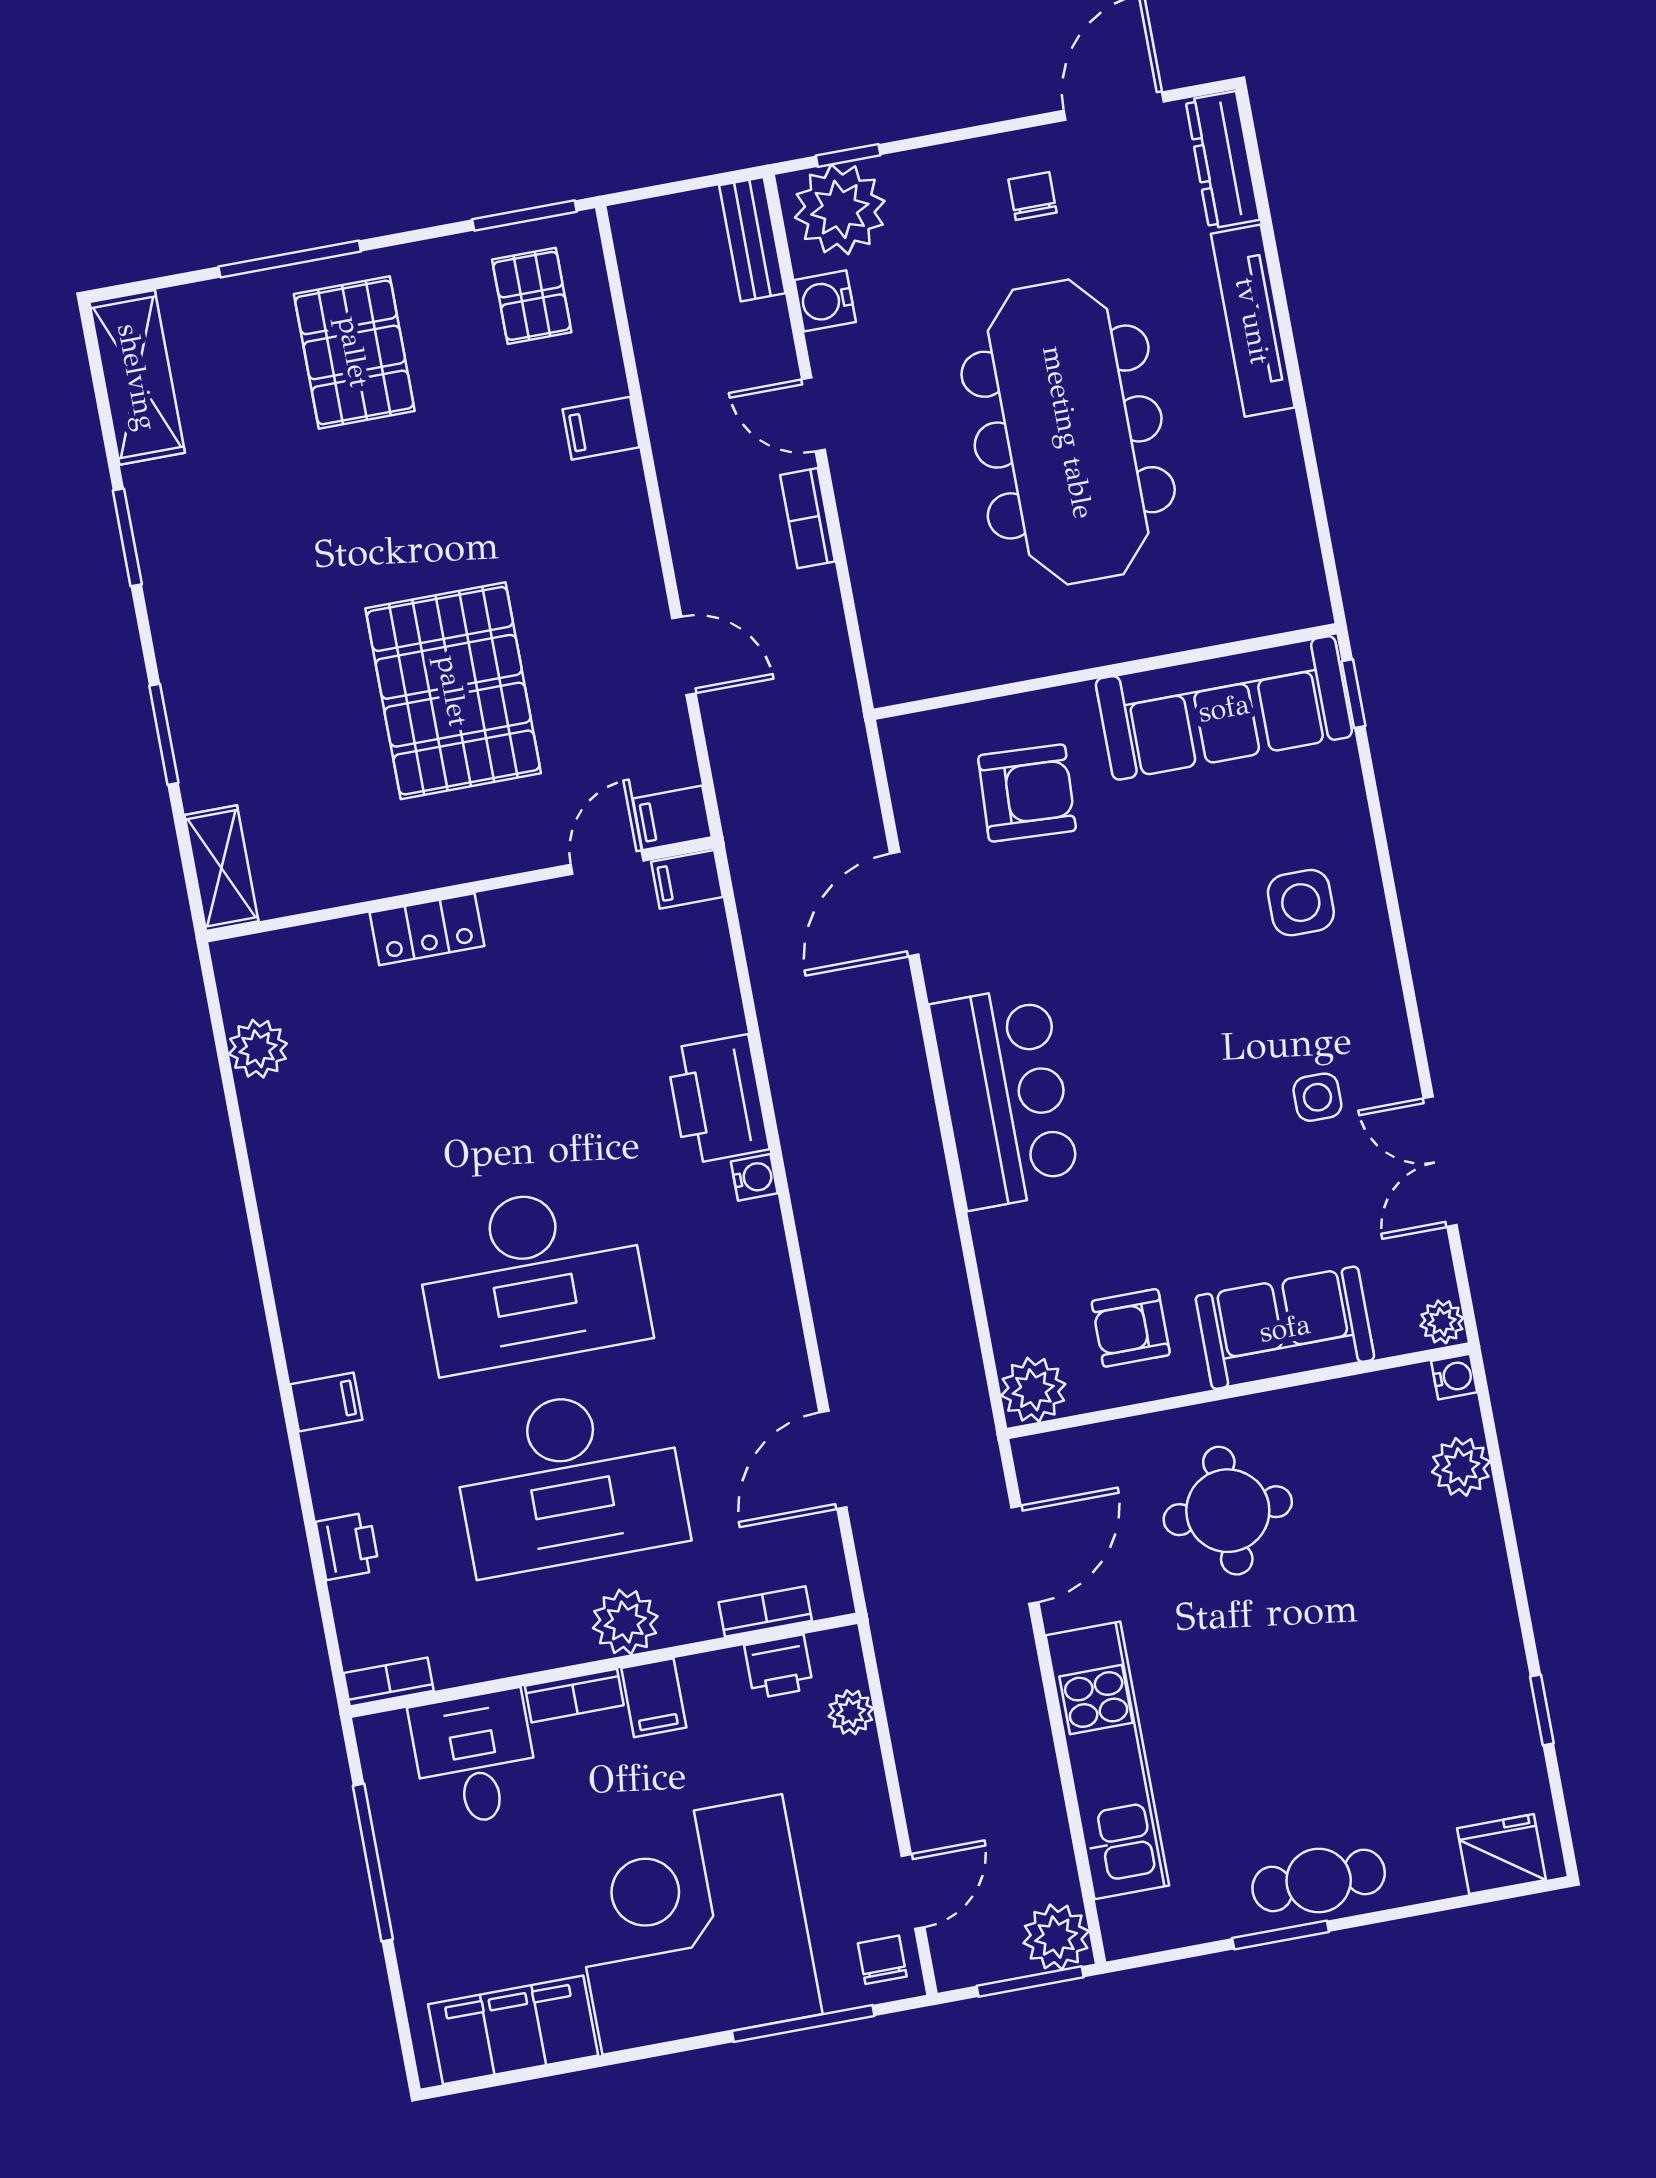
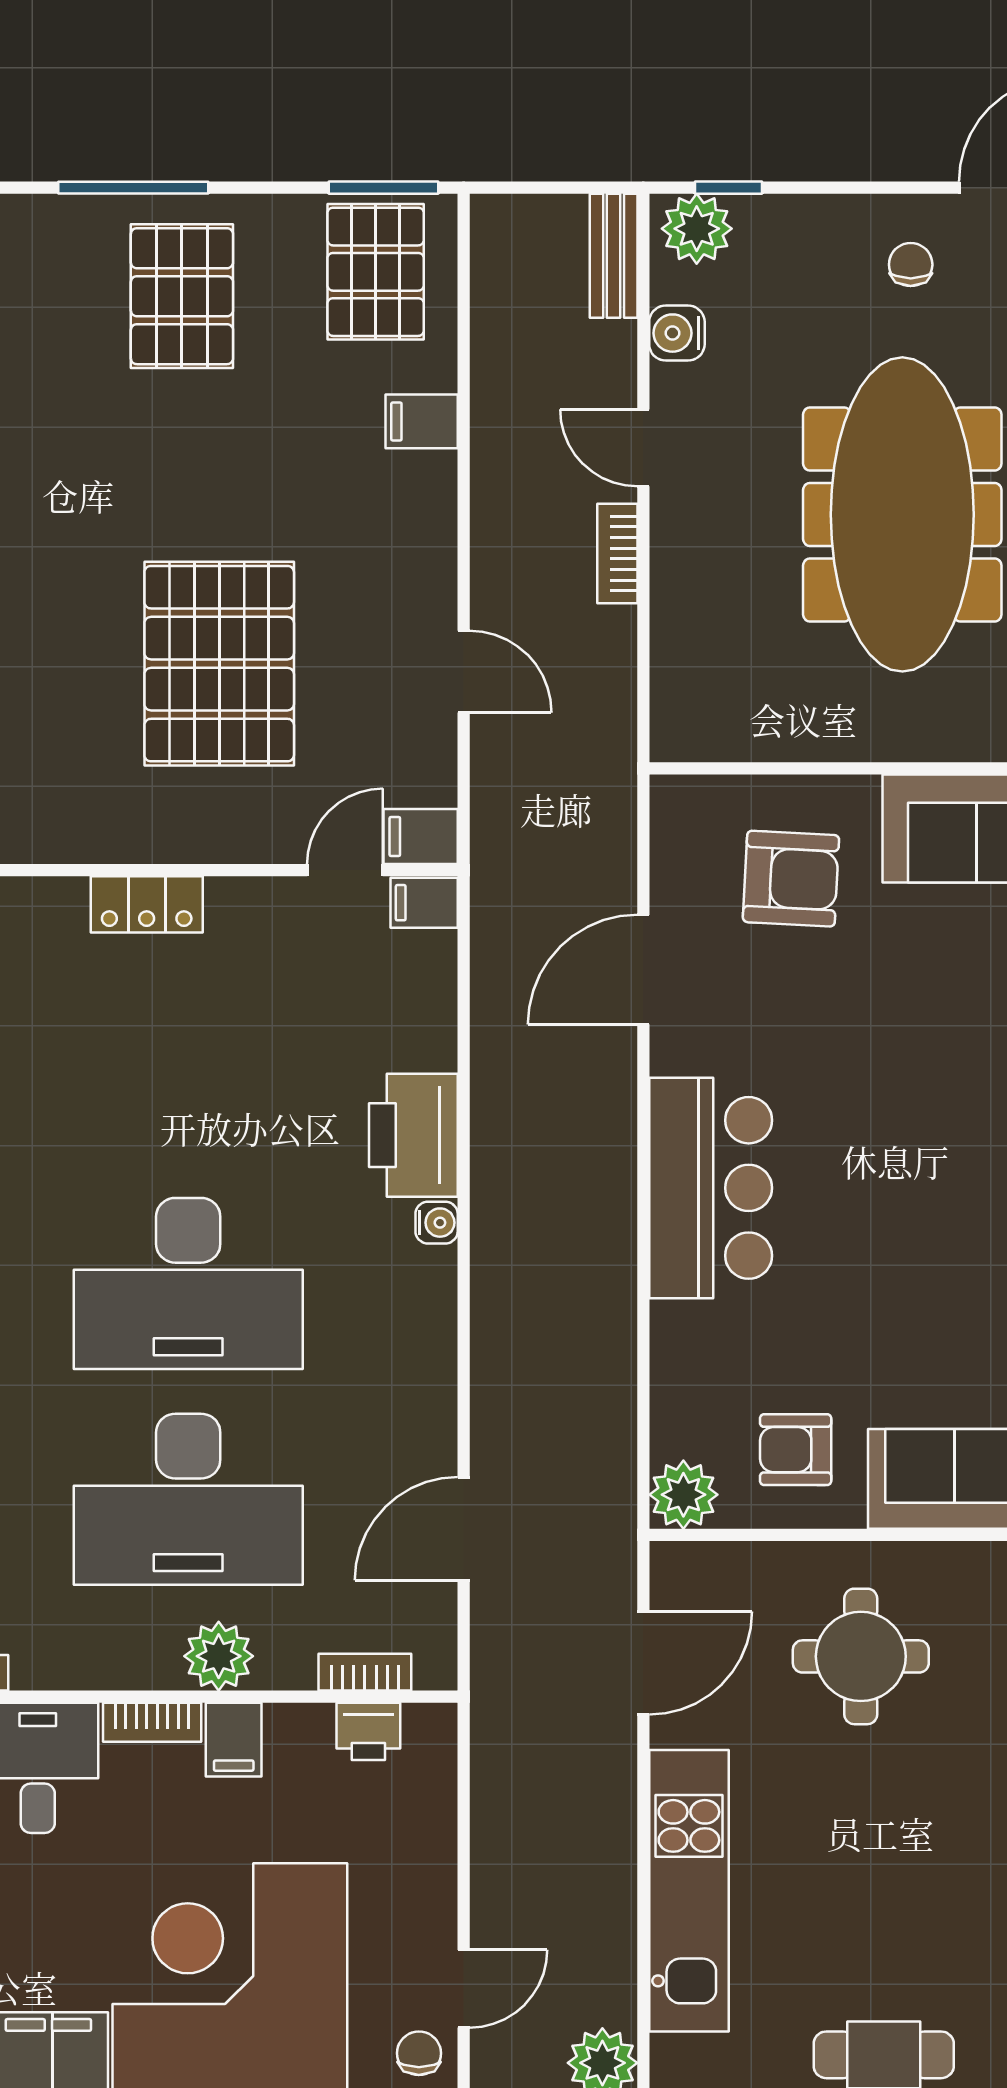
plant: (840, 209) -> (697, 229), width x0.73, depth x0.73
pallet: (532, 296) -> (376, 272), width x1.50, depth x1.42
plant: (851, 1712) -> (434, 1792), removed

